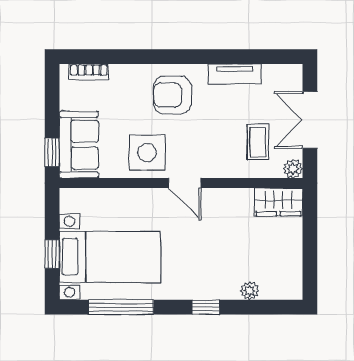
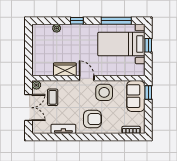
wardrobe: (278, 202) -> (65, 69), moved

